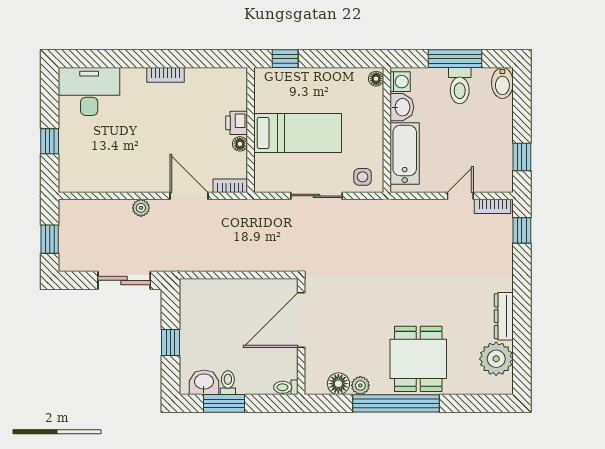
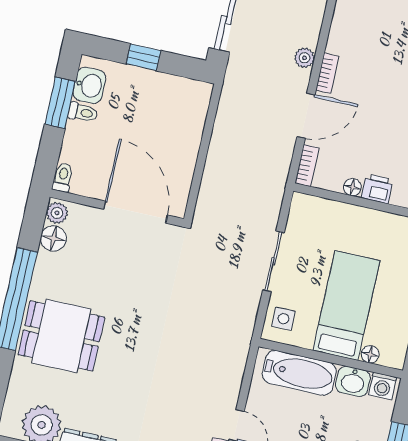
floor lamp: (376, 79) -> (370, 354), moved
bed: (298, 133) -> (346, 306), moved, turned 180
bookcase: (150, 186) -> (327, 73), added
plant: (360, 385) -> (57, 213), moved

